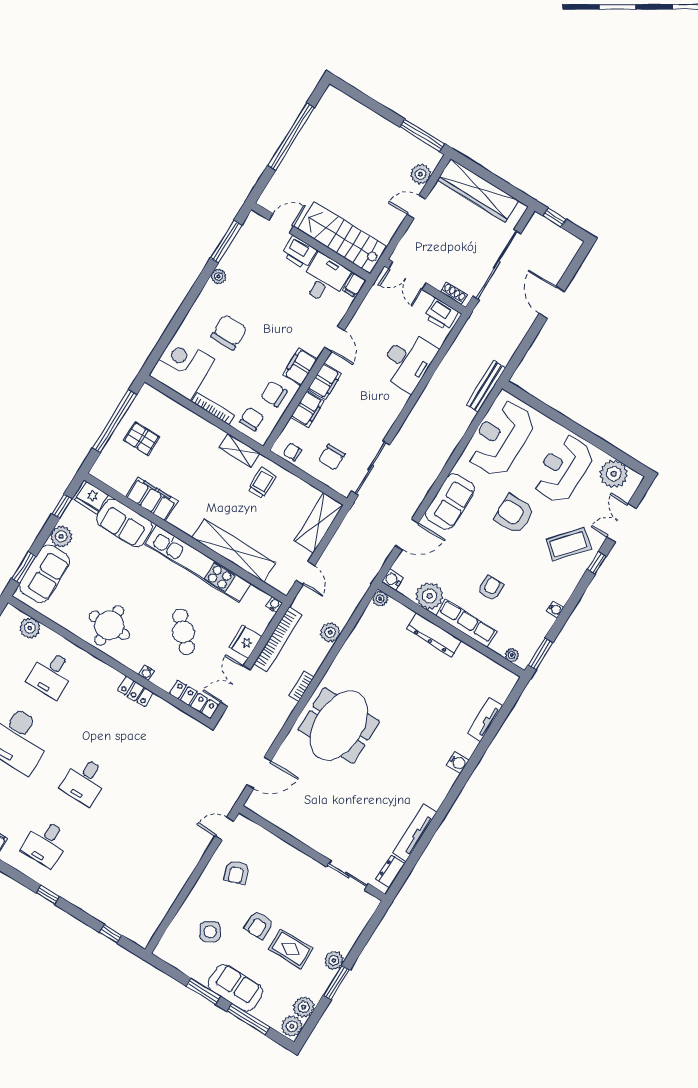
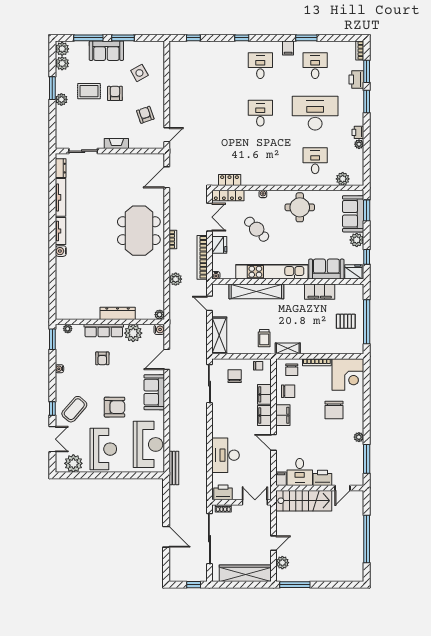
locker: (135, 691) -> (230, 180), moved
tv unit: (485, 720) -> (61, 231), moved
fireplace: (298, 858) -> (116, 144), added

